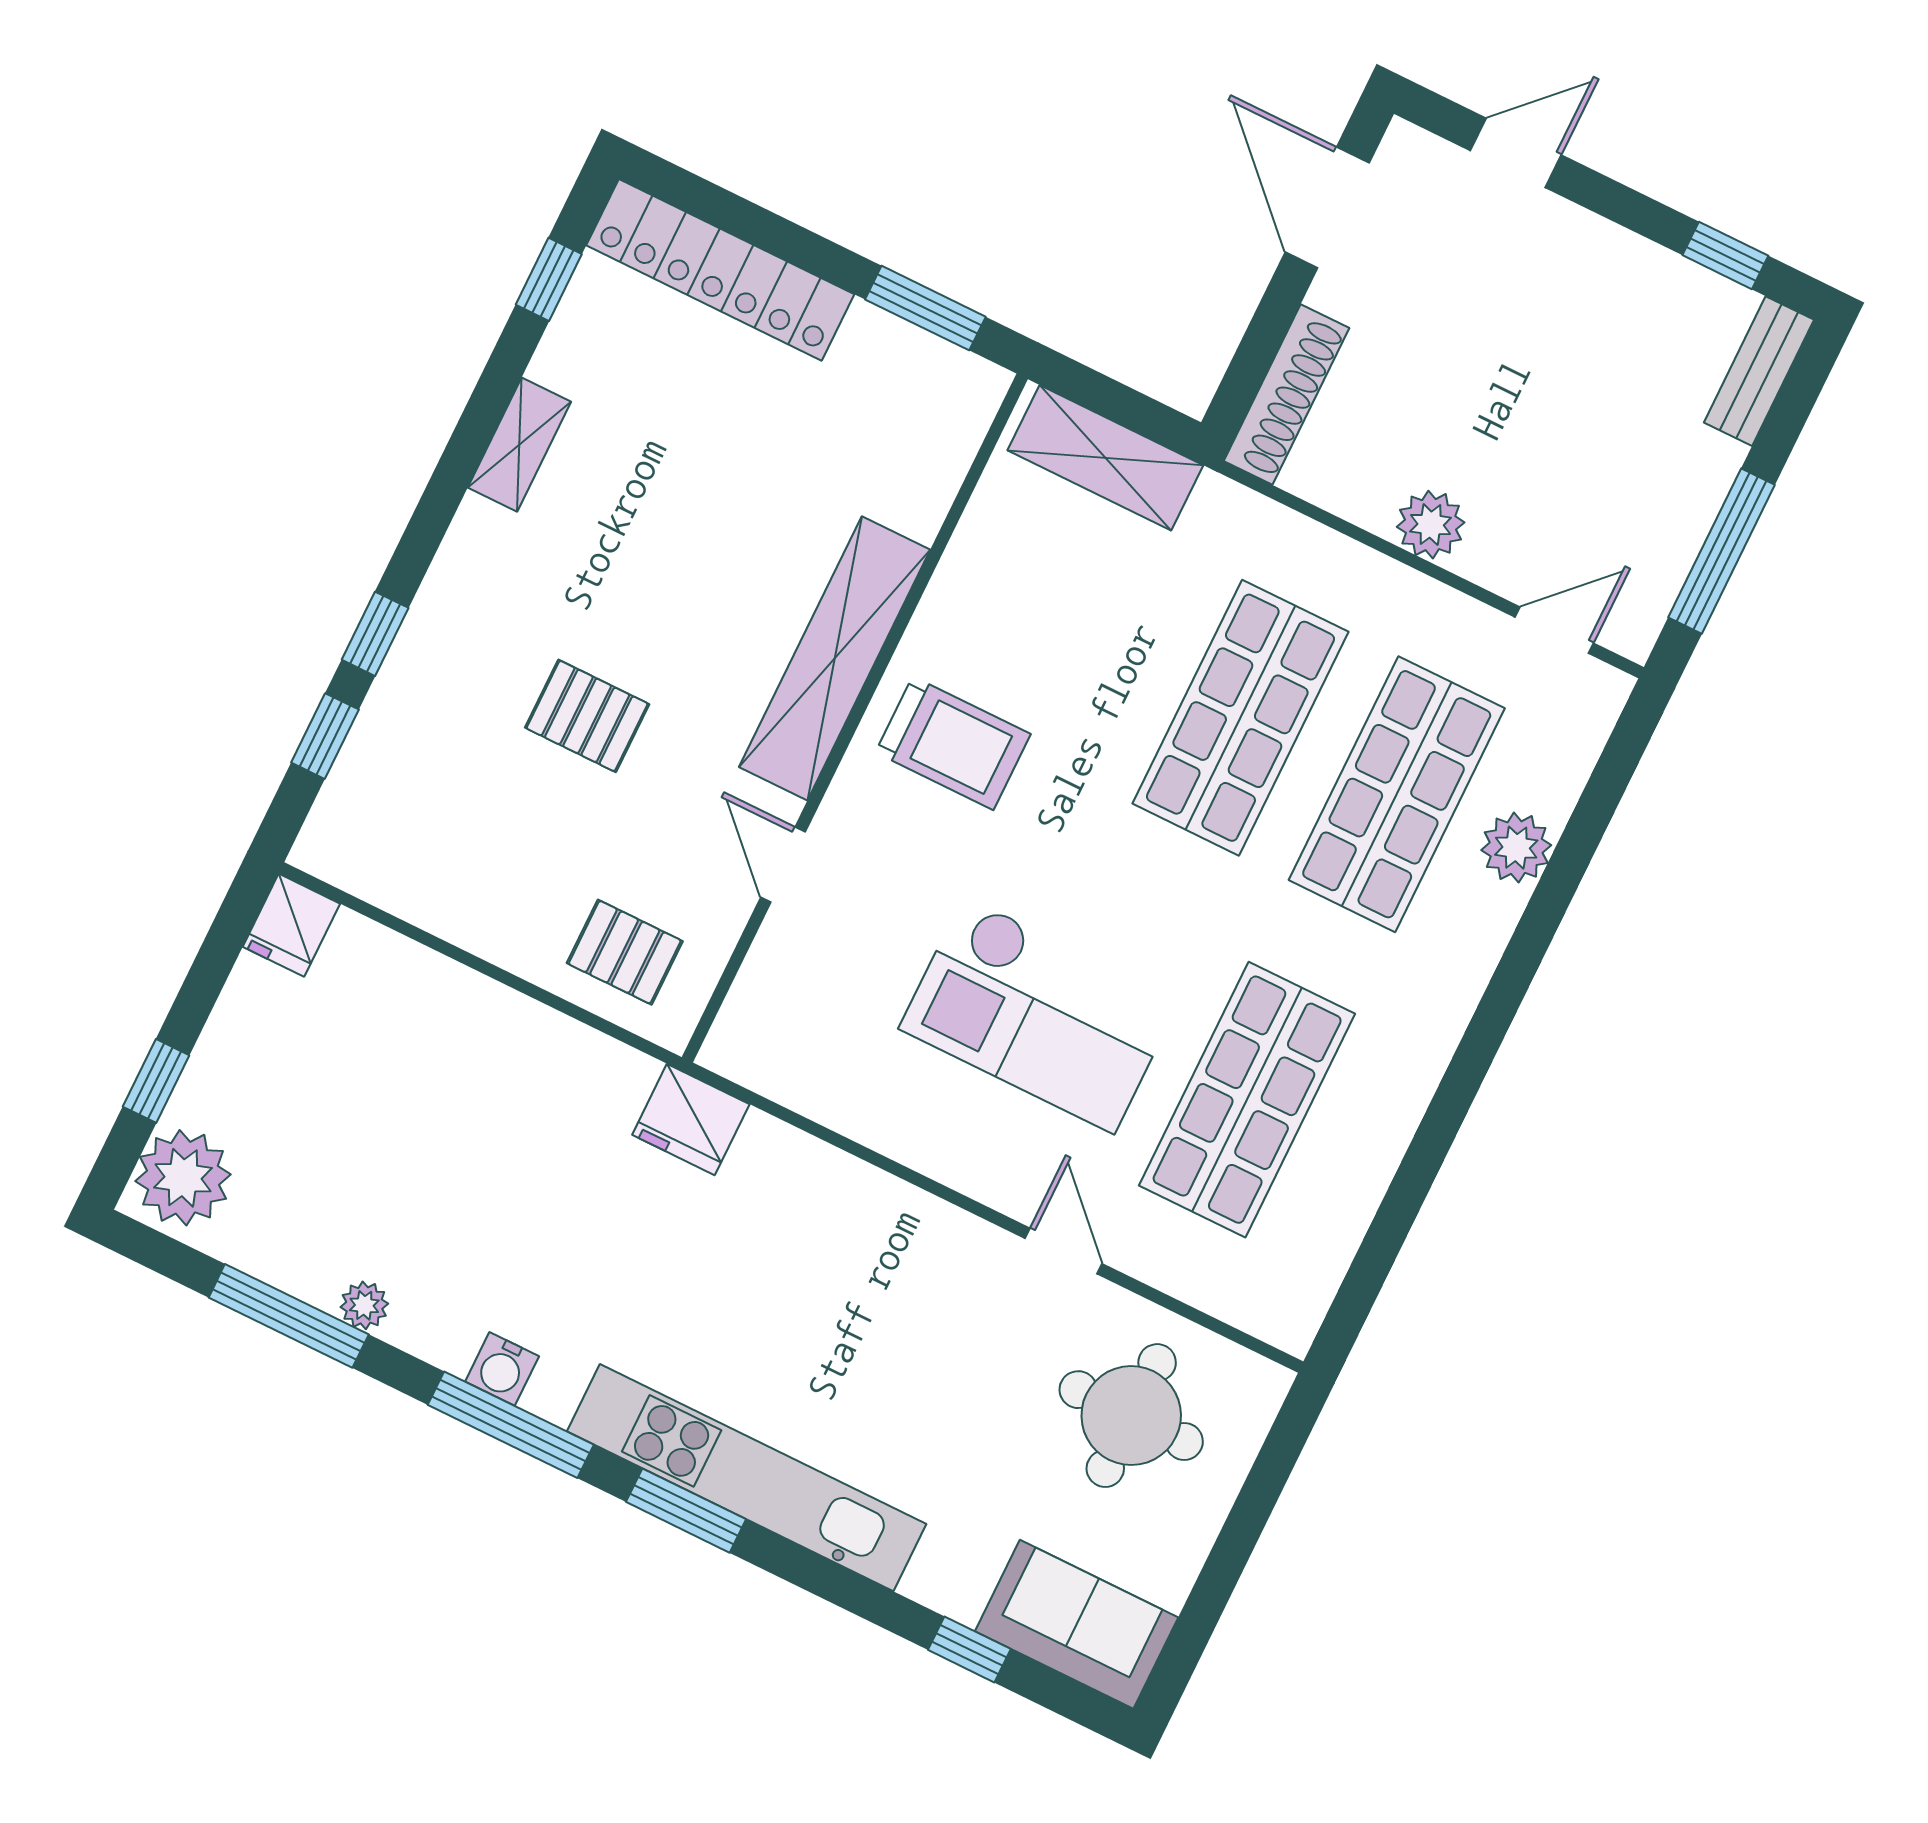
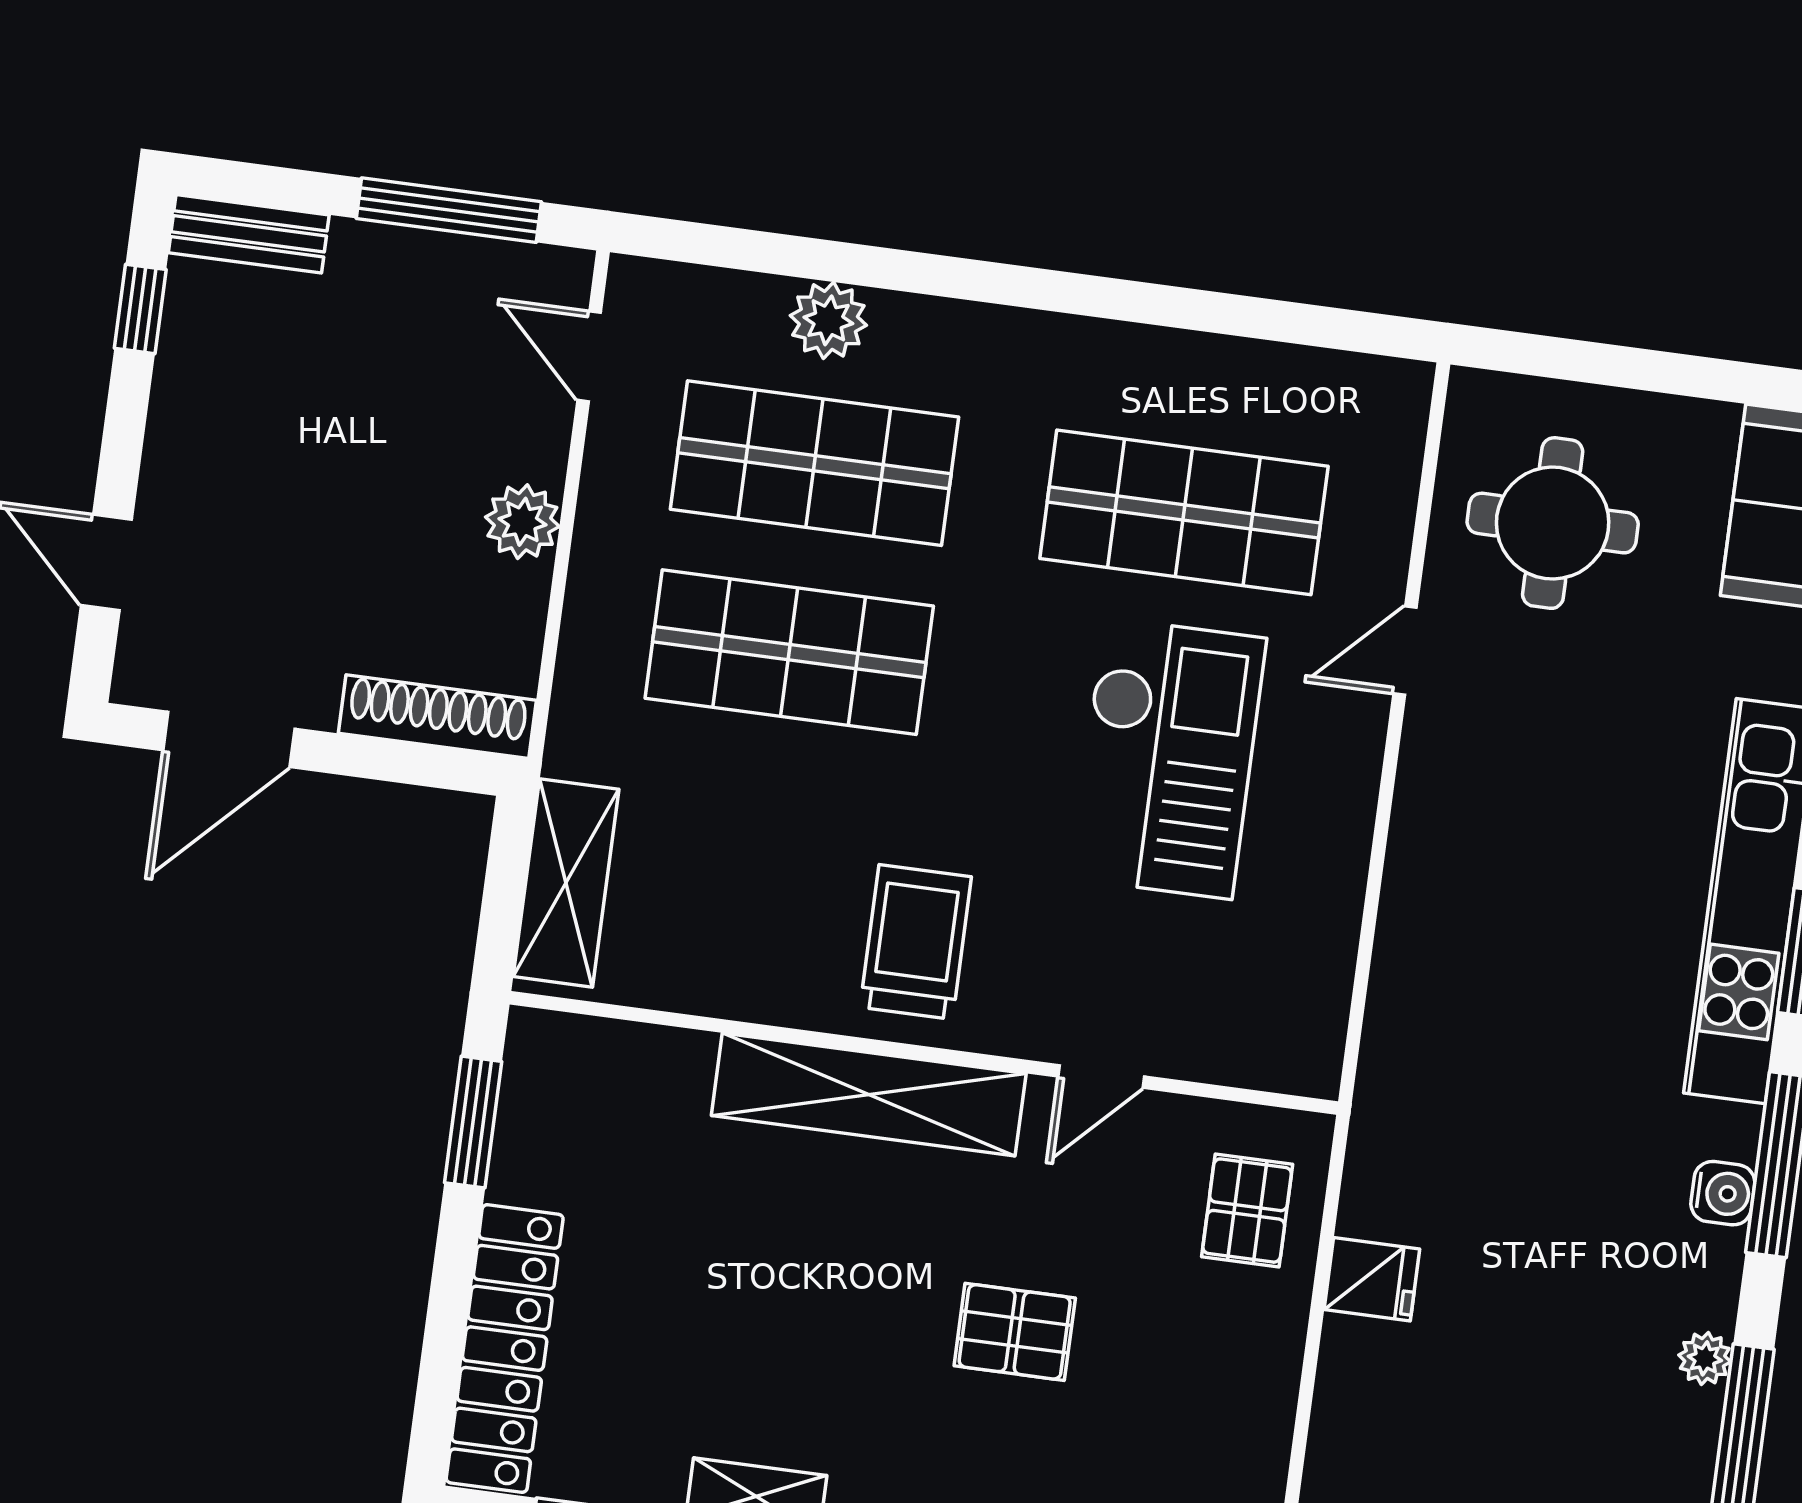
pallet: (587, 716) -> (1015, 1332), turned 90
fridge: (691, 1119) -> (1372, 1279), moved, width x0.72

